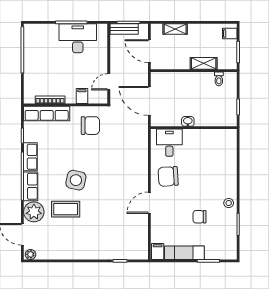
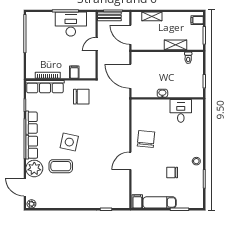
door: (109, 82) -> (97, 44), moved
desk: (169, 143) -> (181, 111), moved
chair: (168, 176) -> (146, 139), turned 100

